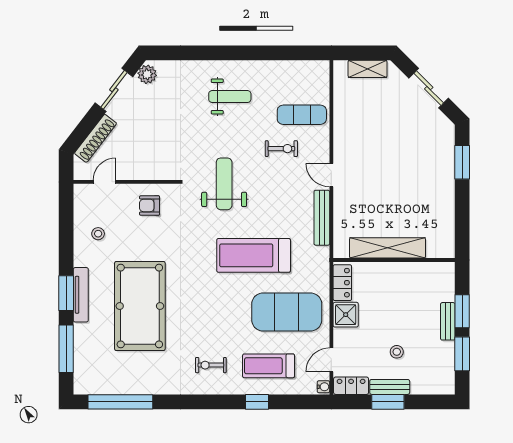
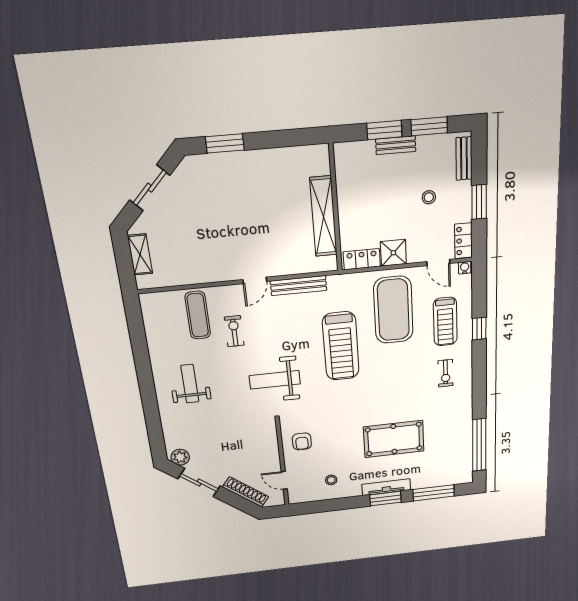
pool table: (140, 306) -> (394, 439), width x0.73, depth x0.76
bench: (390, 387) -> (464, 159), moved

